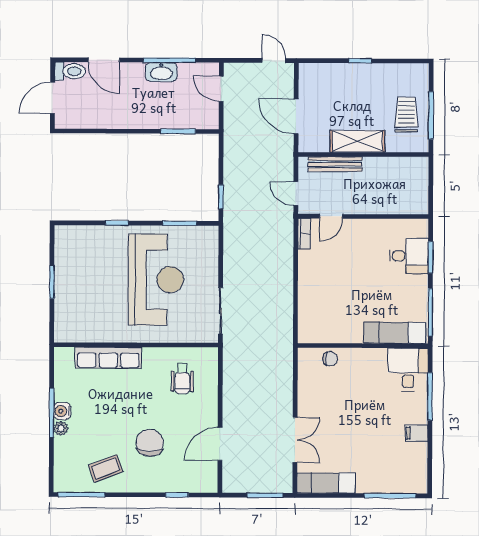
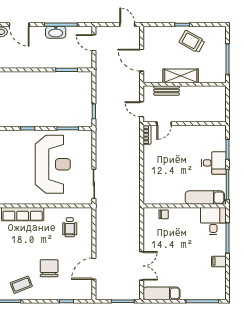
trolley: (406, 115) -> (192, 42), moved, turned -61
bench: (335, 164) -> (167, 90), width x0.73
desk: (409, 256) -> (214, 163), moved

